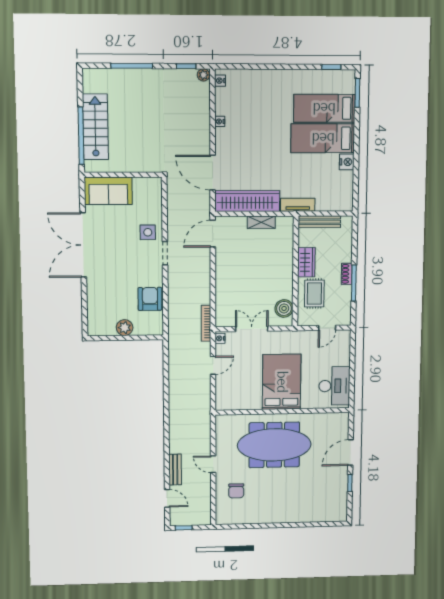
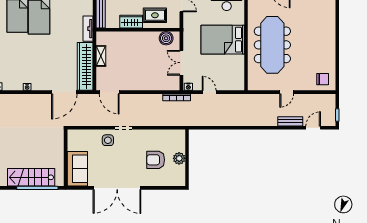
armchair: (150, 299) -> (156, 160), moved
chair: (236, 491) -> (323, 79), moved

